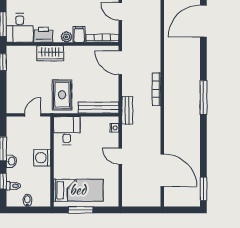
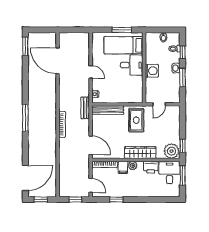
wardrobe: (50, 53) -> (140, 153), width x1.50
plant: (17, 55) -> (171, 151), added
desk: (67, 131) -> (132, 65), moved, turned -90

